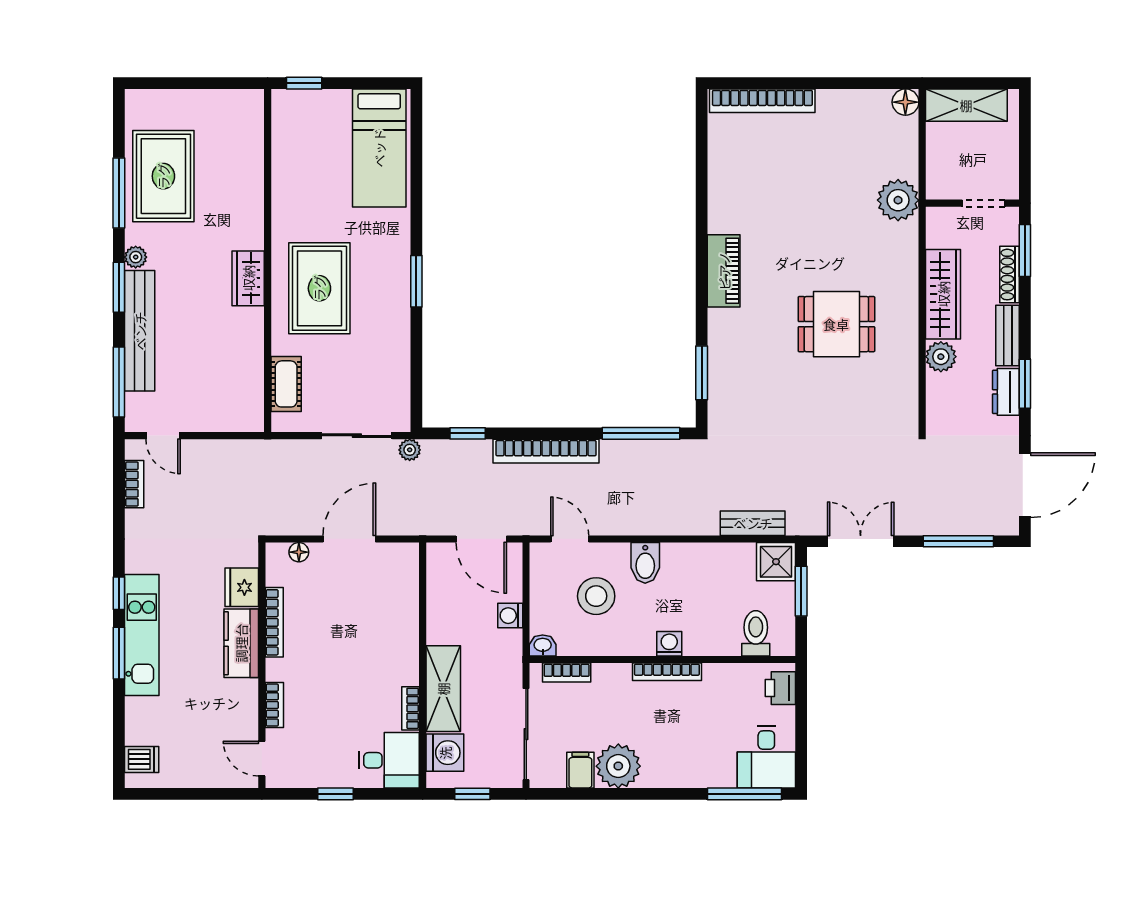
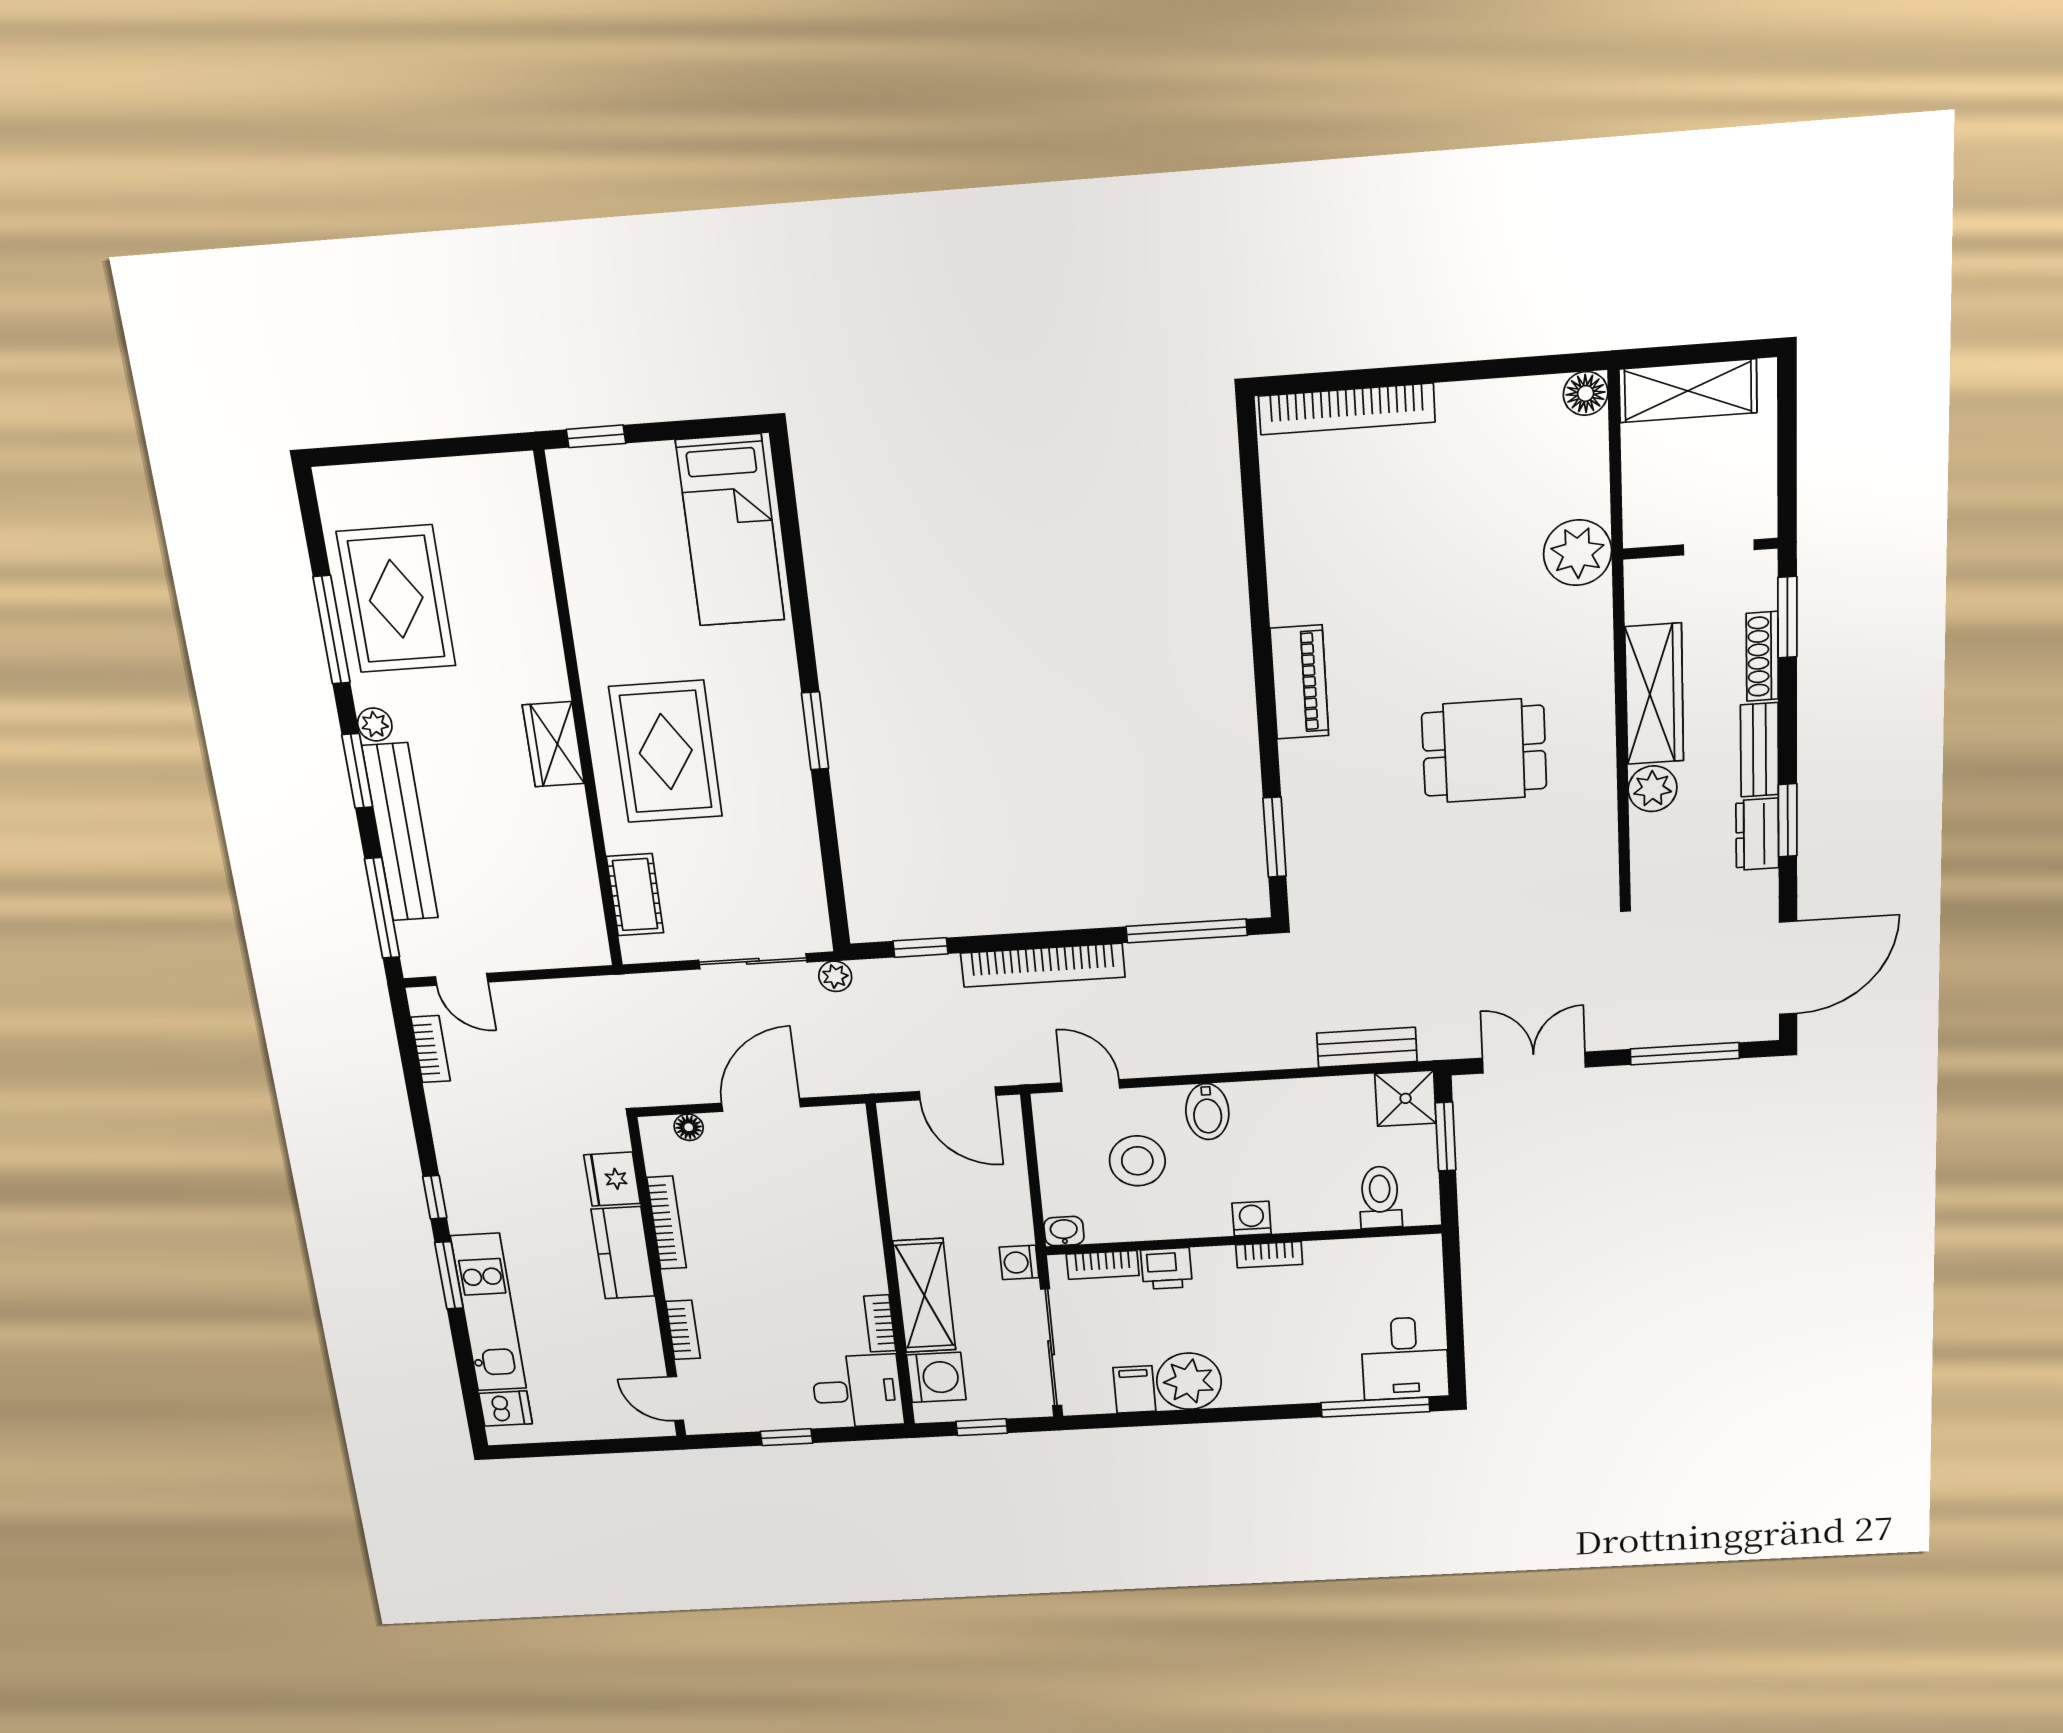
washing machine: (510, 616) -> (1019, 1262), moved
kitchen unit: (142, 635) -> (489, 1313), moved
bookcase: (667, 672) -> (1269, 1255), width x0.64
printer: (780, 688) -> (1166, 1268), moved, turned -90

